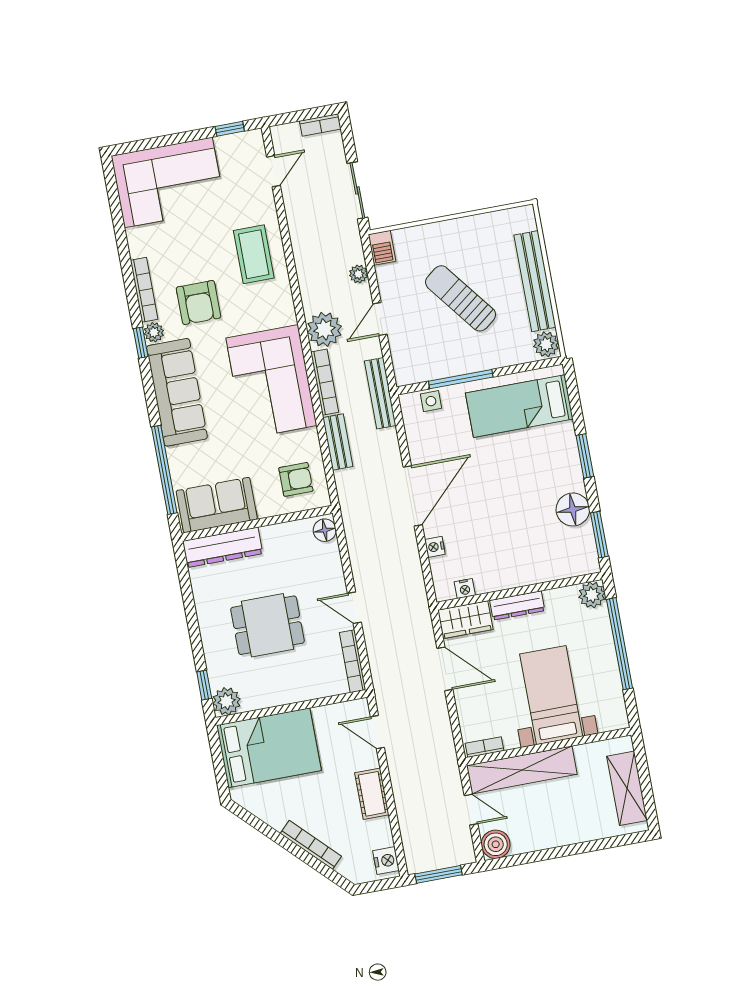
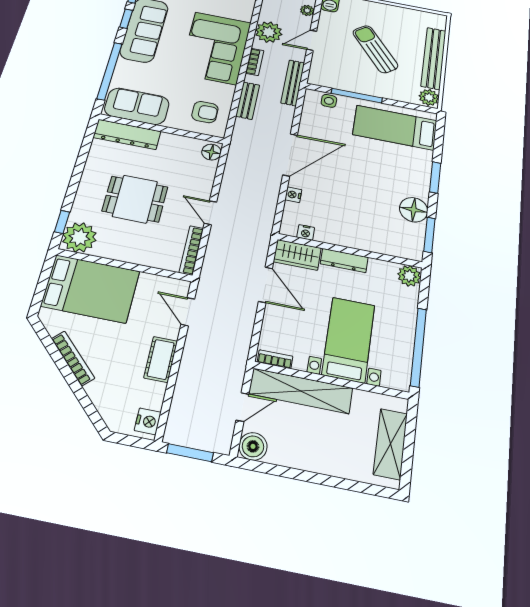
bookcase: (325, 382) -> (255, 62), width x0.64
window: (149, 385) -> (126, 19), added
window: (620, 644) -> (418, 347), moved
plant: (226, 701) -> (79, 237), width x1.36, depth x1.36
door: (471, 810) -> (242, 407), hinge flipped
bookcase: (311, 845) -> (73, 358), moved

